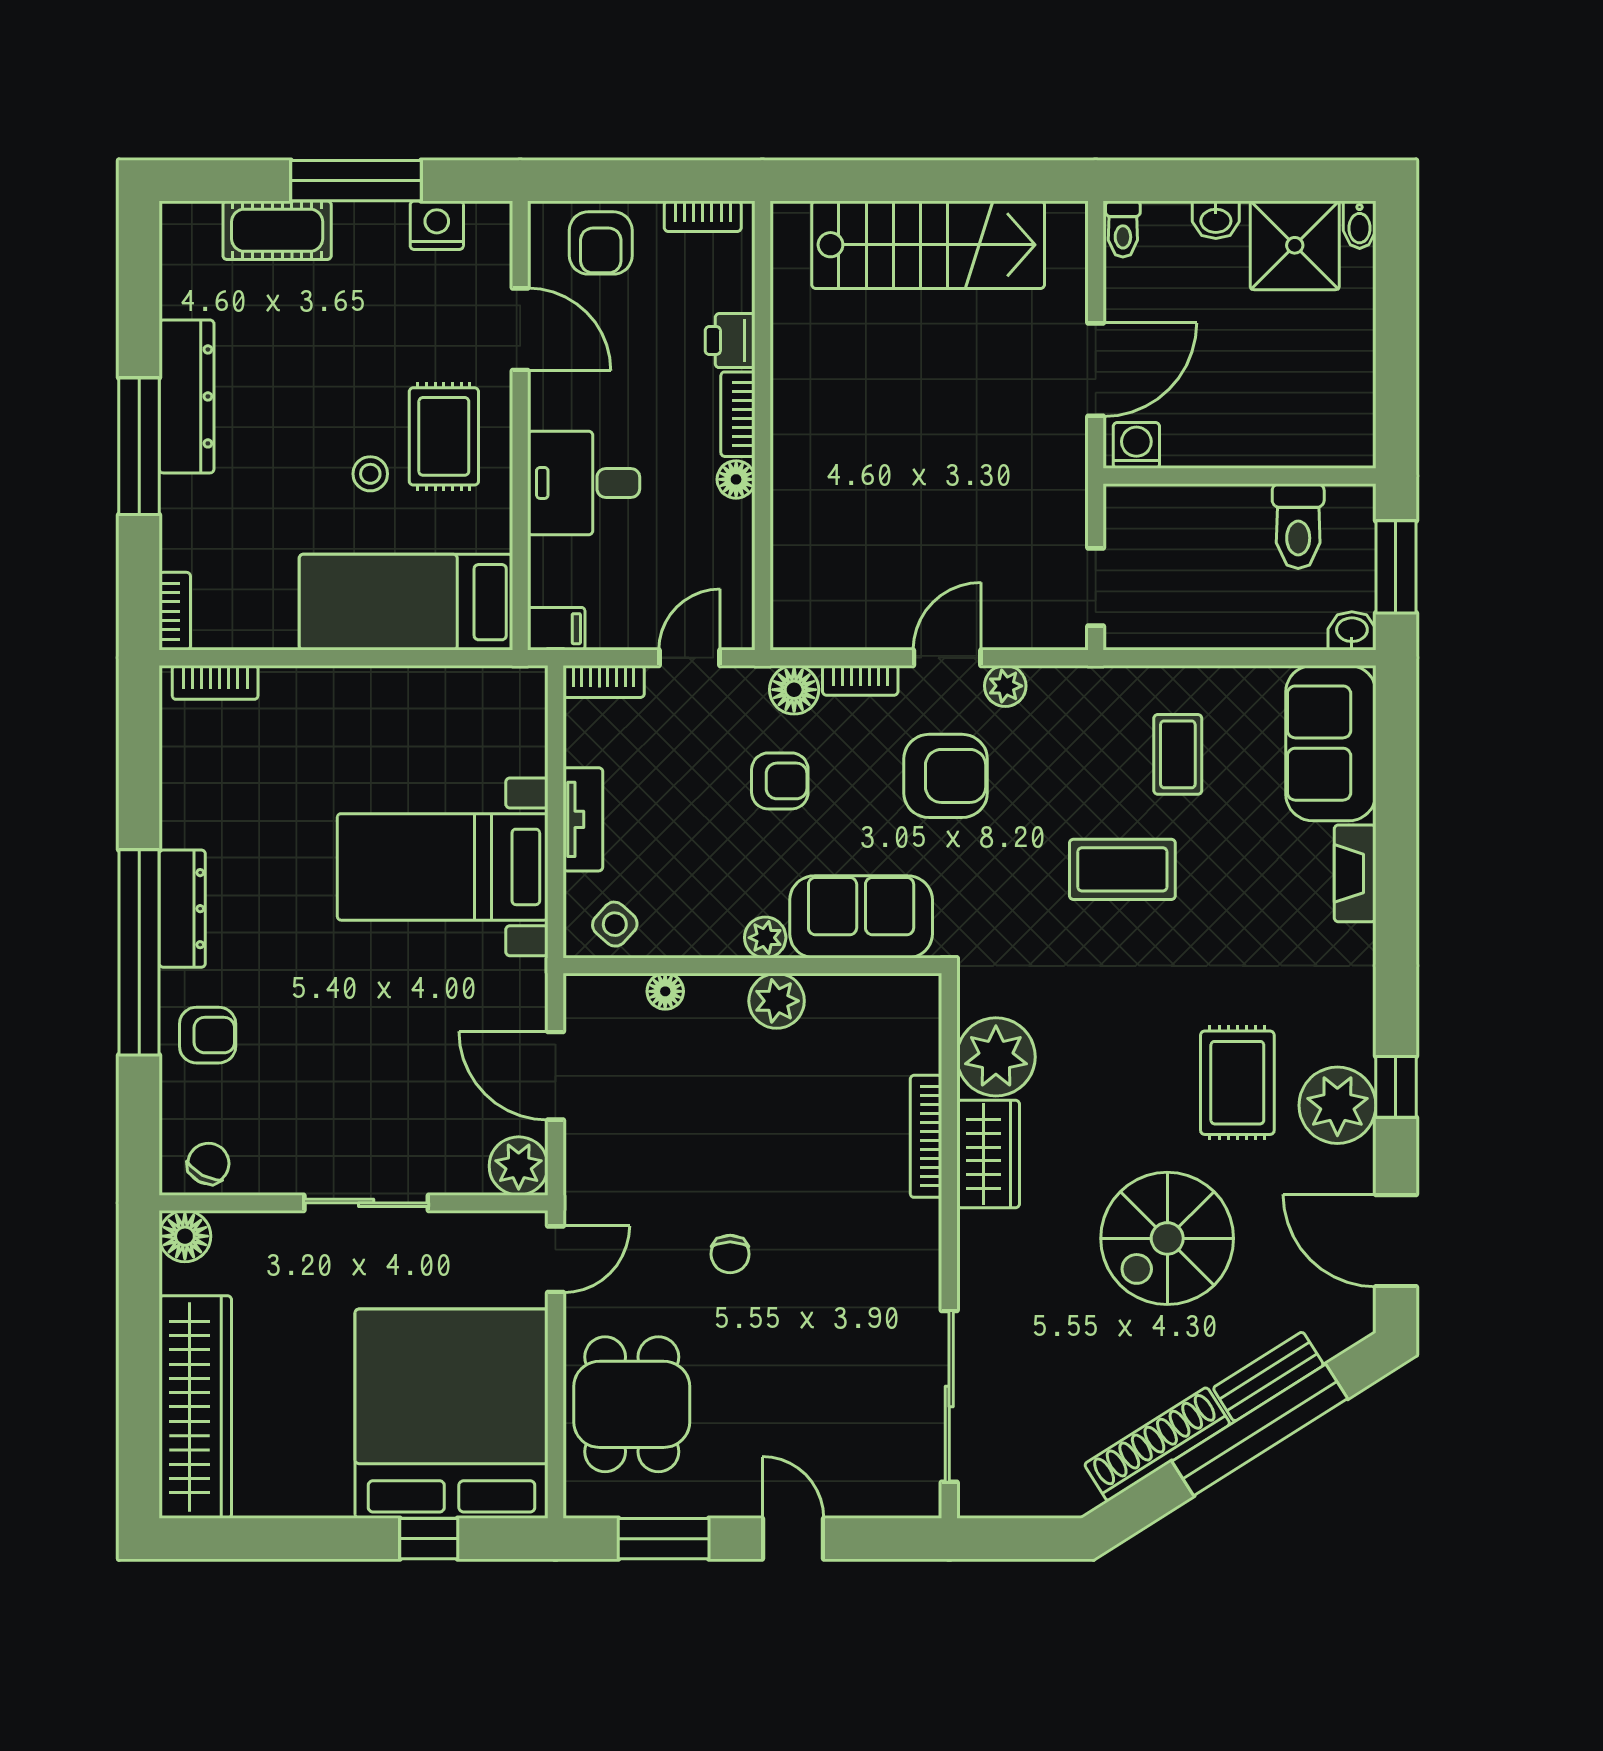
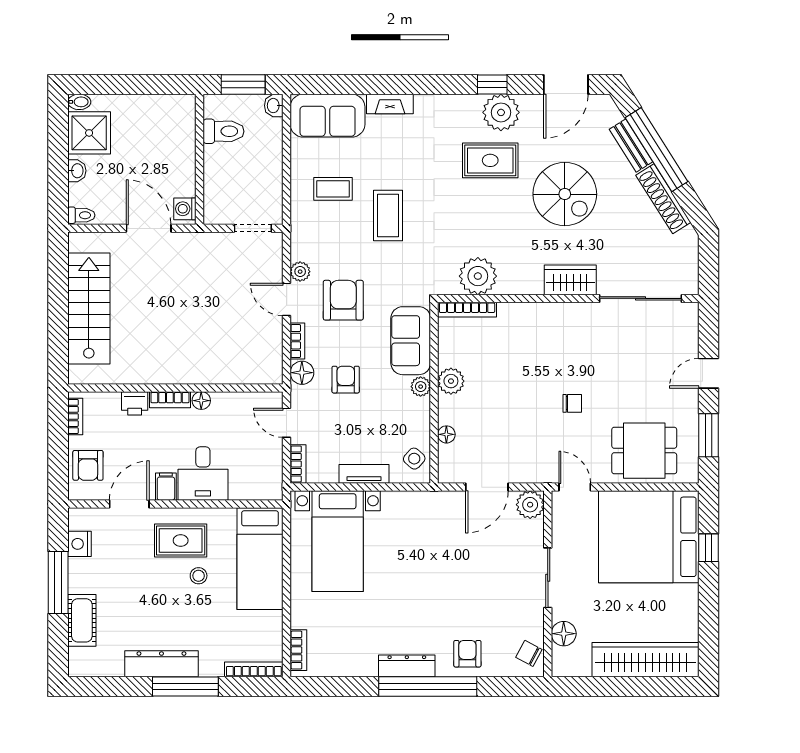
armchair: (601, 243) -> (88, 465), turned 90
bookcase: (175, 611) -> (254, 669), width x1.56
filing cabinet: (556, 629) -> (166, 487), moved
bed with nightstands: (443, 867) -> (338, 541), moved
bookcase: (926, 1136) -> (467, 310), moved
wardrobe: (988, 1154) -> (570, 280), moved
floor lamp: (185, 1236) -> (564, 634), moved

